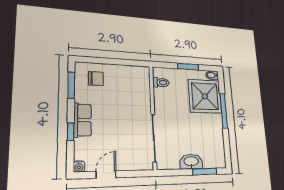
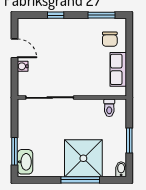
shower: (205, 96) -> (83, 158), moved
row of seats: (83, 120) -> (118, 69), moved, turned 90
washbasin: (191, 162) -> (25, 162), moved
water cooler: (79, 166) -> (23, 66), moved

